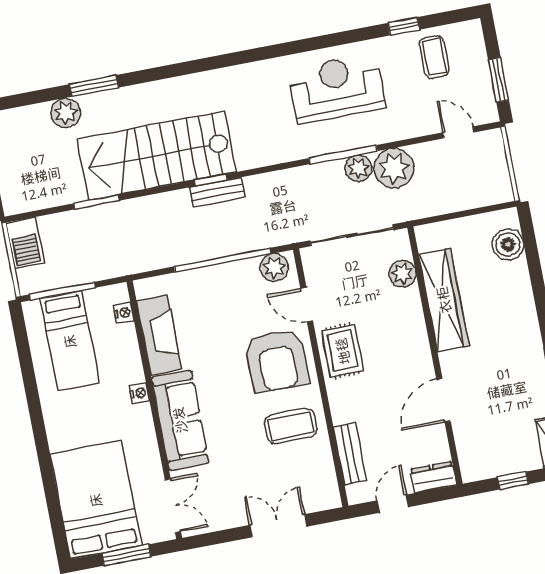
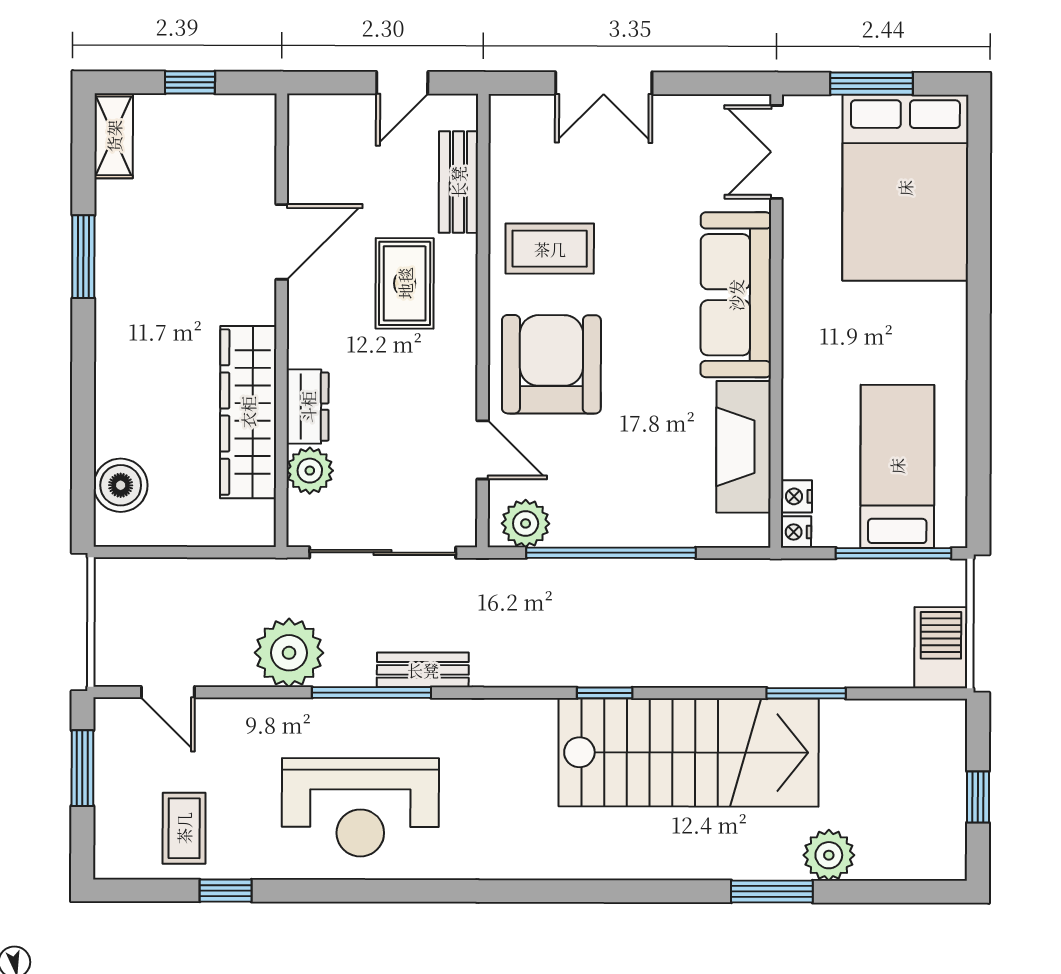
plant: (358, 168) -> (350, 664), removed
bench: (217, 192) -> (423, 670), moved
rug: (343, 351) -> (405, 283), moved
nightstand: (139, 393) -> (796, 532), moved
dresser: (433, 477) -> (308, 407), moved, turned -90

